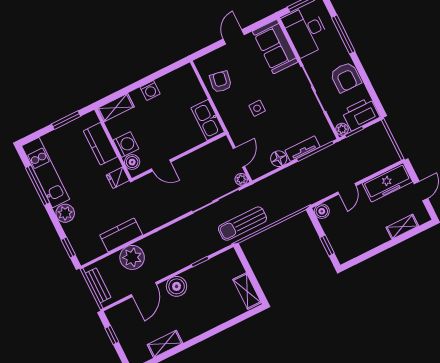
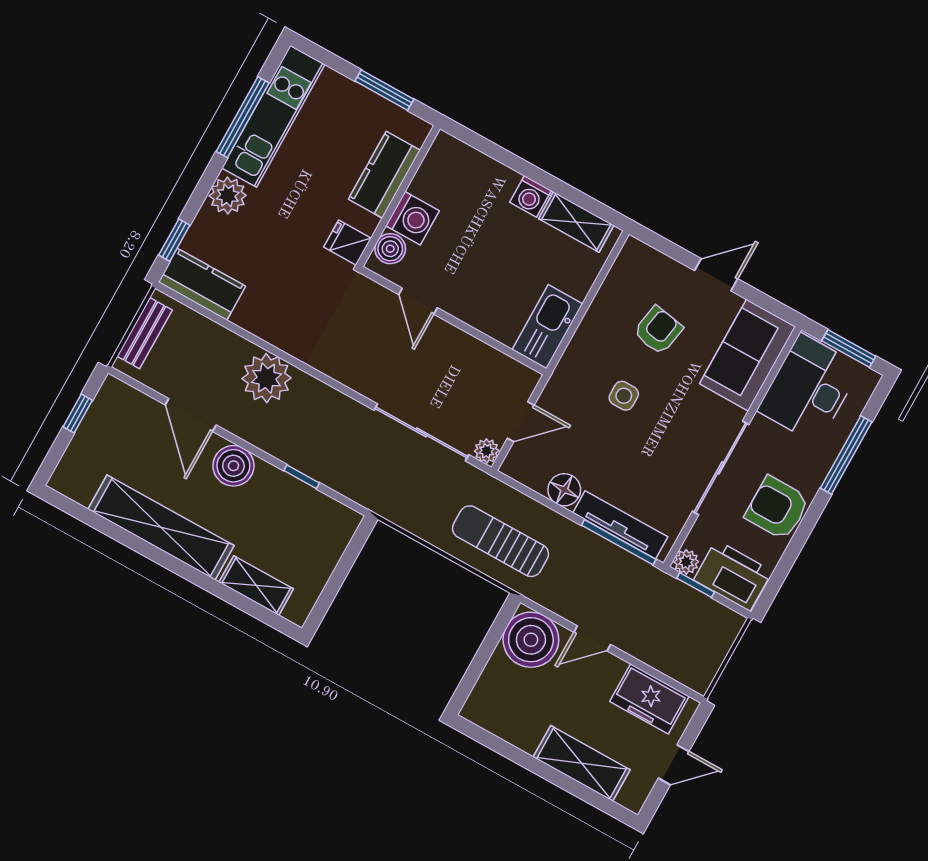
armchair: (346, 77) -> (777, 508), turned 90
armchair: (221, 82) -> (658, 330), moved
shelving: (116, 108) -> (576, 222), moved
tv unit: (302, 149) -> (620, 525), width x1.41
freezer: (387, 182) -> (649, 699), width x0.71
boiler: (322, 211) -> (531, 640), width x1.86, depth x1.86
sun lounger: (243, 224) -> (500, 541), moved
shelving: (402, 227) -> (582, 763), width x1.50, depth x1.33
kitchen counter: (121, 235) -> (202, 284), moved
window: (327, 246) -> (475, 671), removed
plant: (132, 257) -> (267, 378), moved
door: (144, 290) -> (191, 415), hinge flipped
shelving: (247, 291) -> (256, 586), moved, turned 90
shelving: (165, 344) -> (161, 527), width x2.20, depth x1.33

